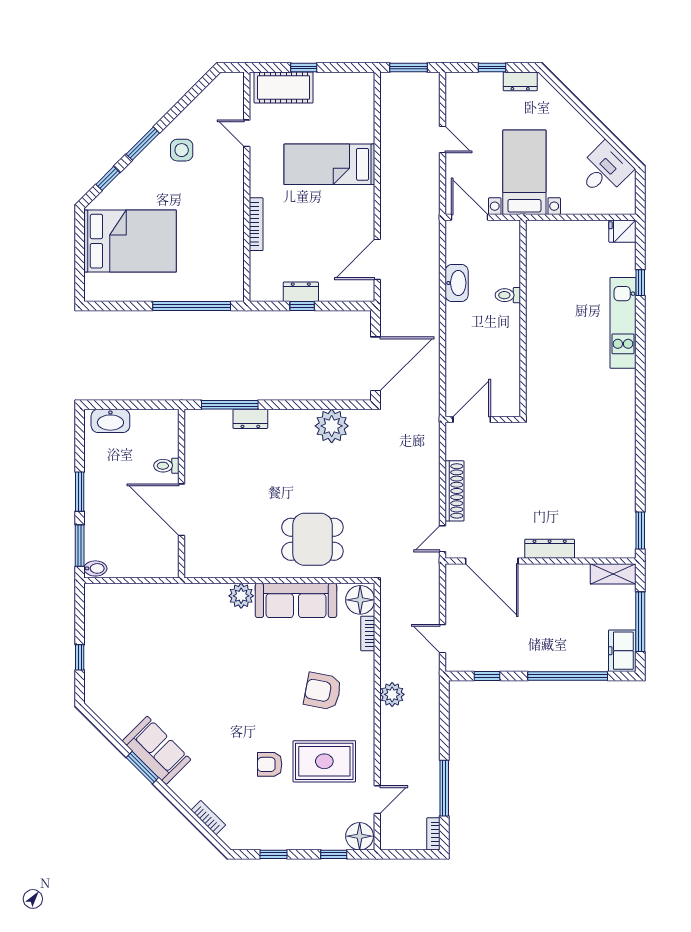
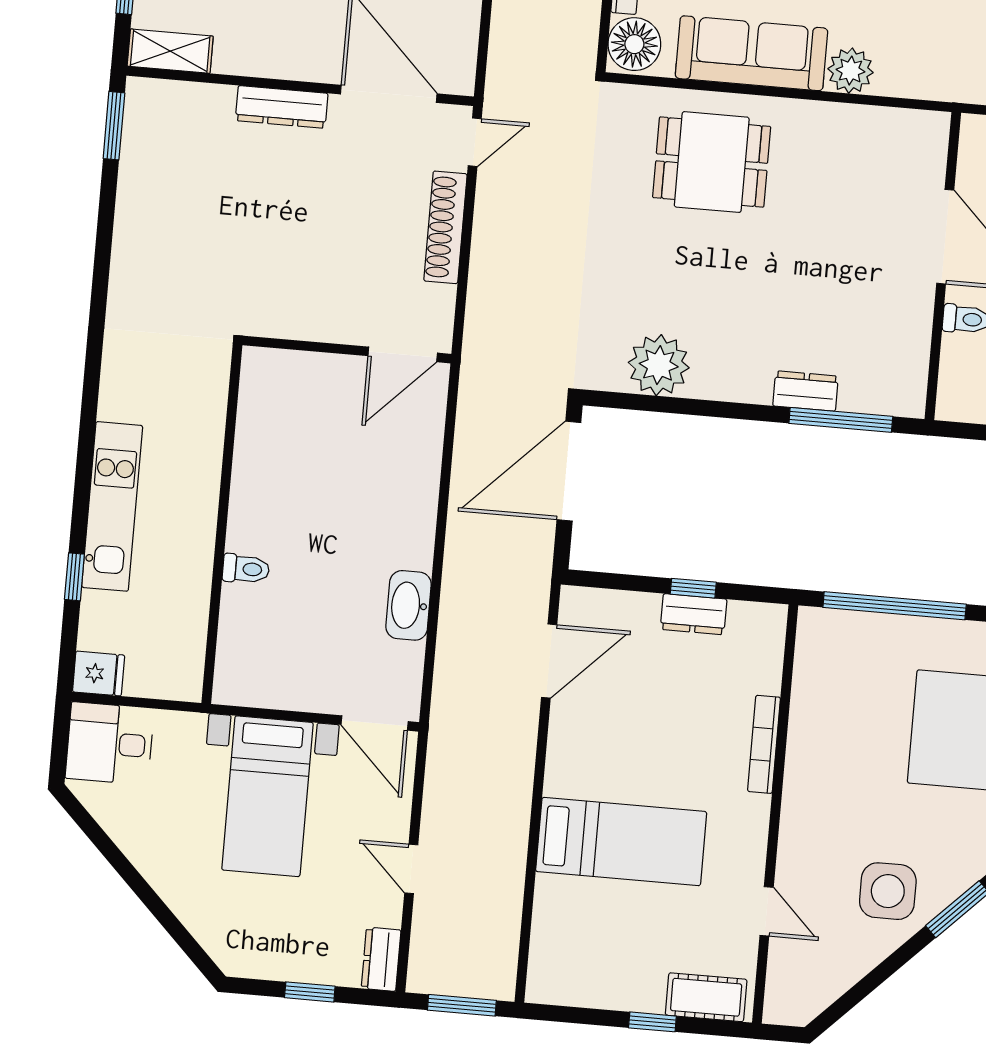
dresser: (520, 81) -> (381, 959), moved, turned -90
cot: (284, 87) -> (706, 997), width x0.73, depth x0.75
side table: (182, 150) -> (888, 891), width x1.37, depth x1.37
desk: (604, 170) -> (110, 743), moved, turned 45
toilet: (508, 295) -> (246, 569), moved
wall: (523, 318) -> (222, 524), moved

